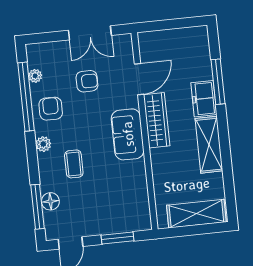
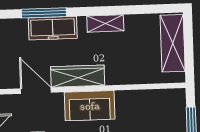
freezer: (204, 99) -> (53, 28), width x1.40
shelving: (209, 145) -> (105, 23), width x0.67, depth x0.75

